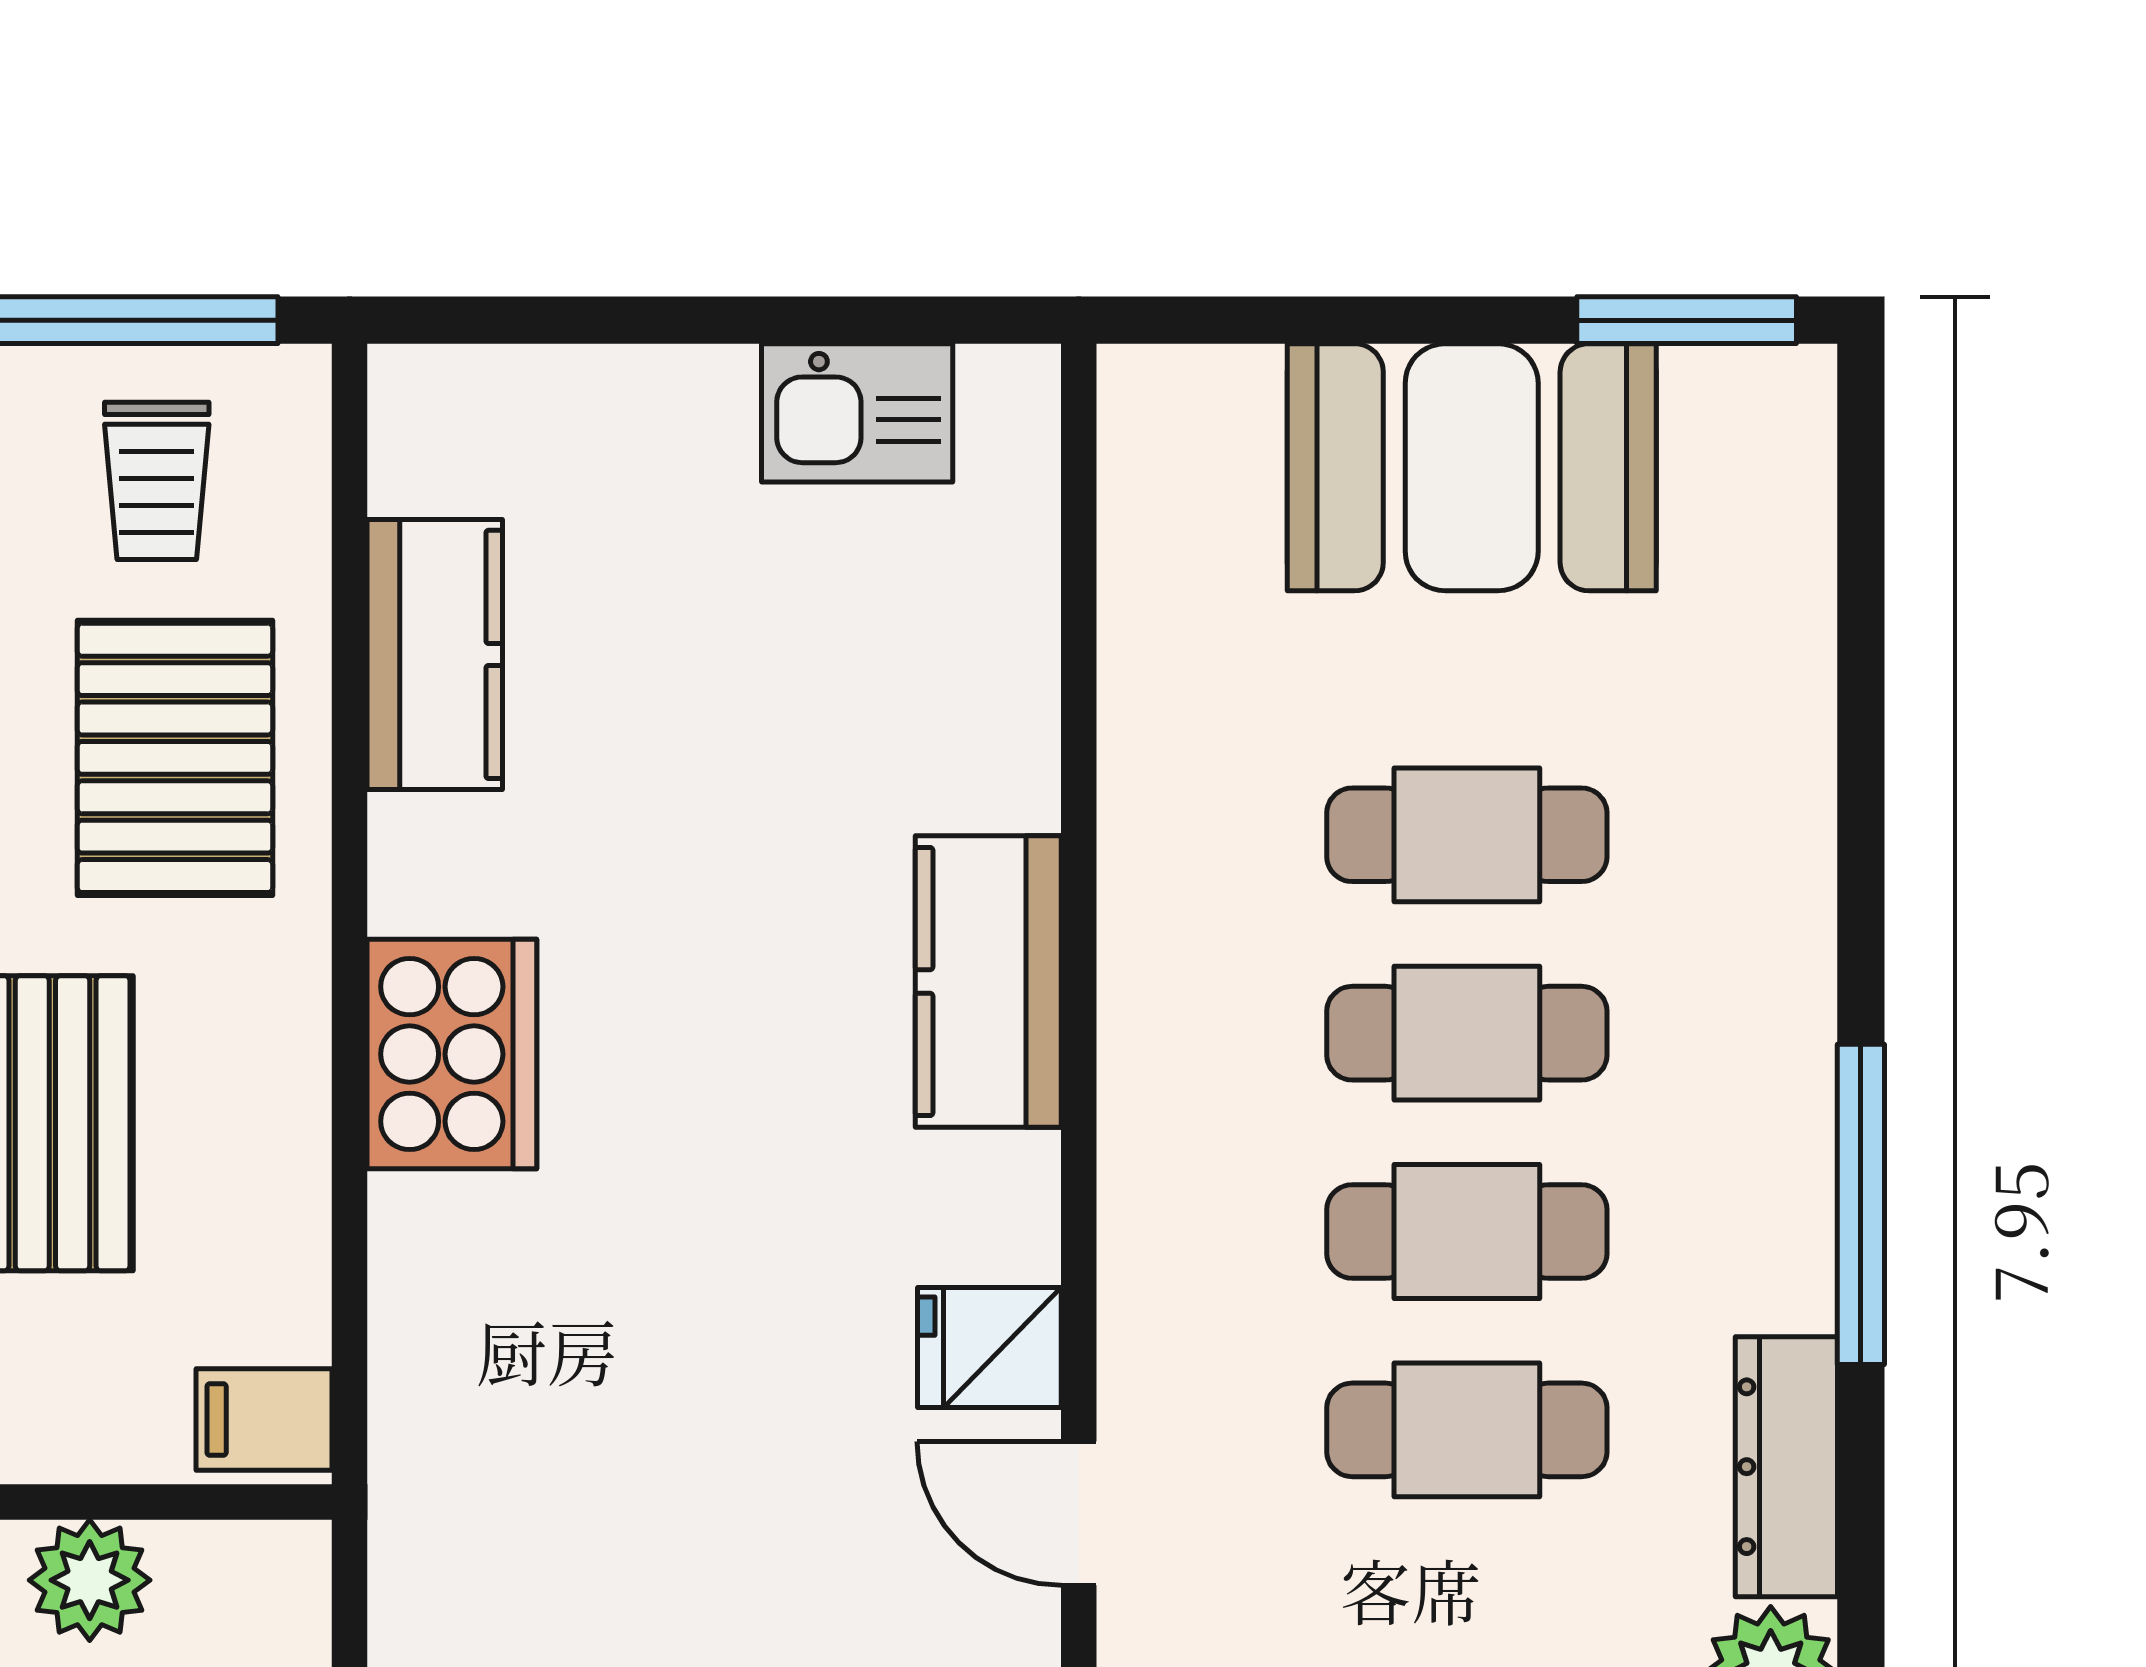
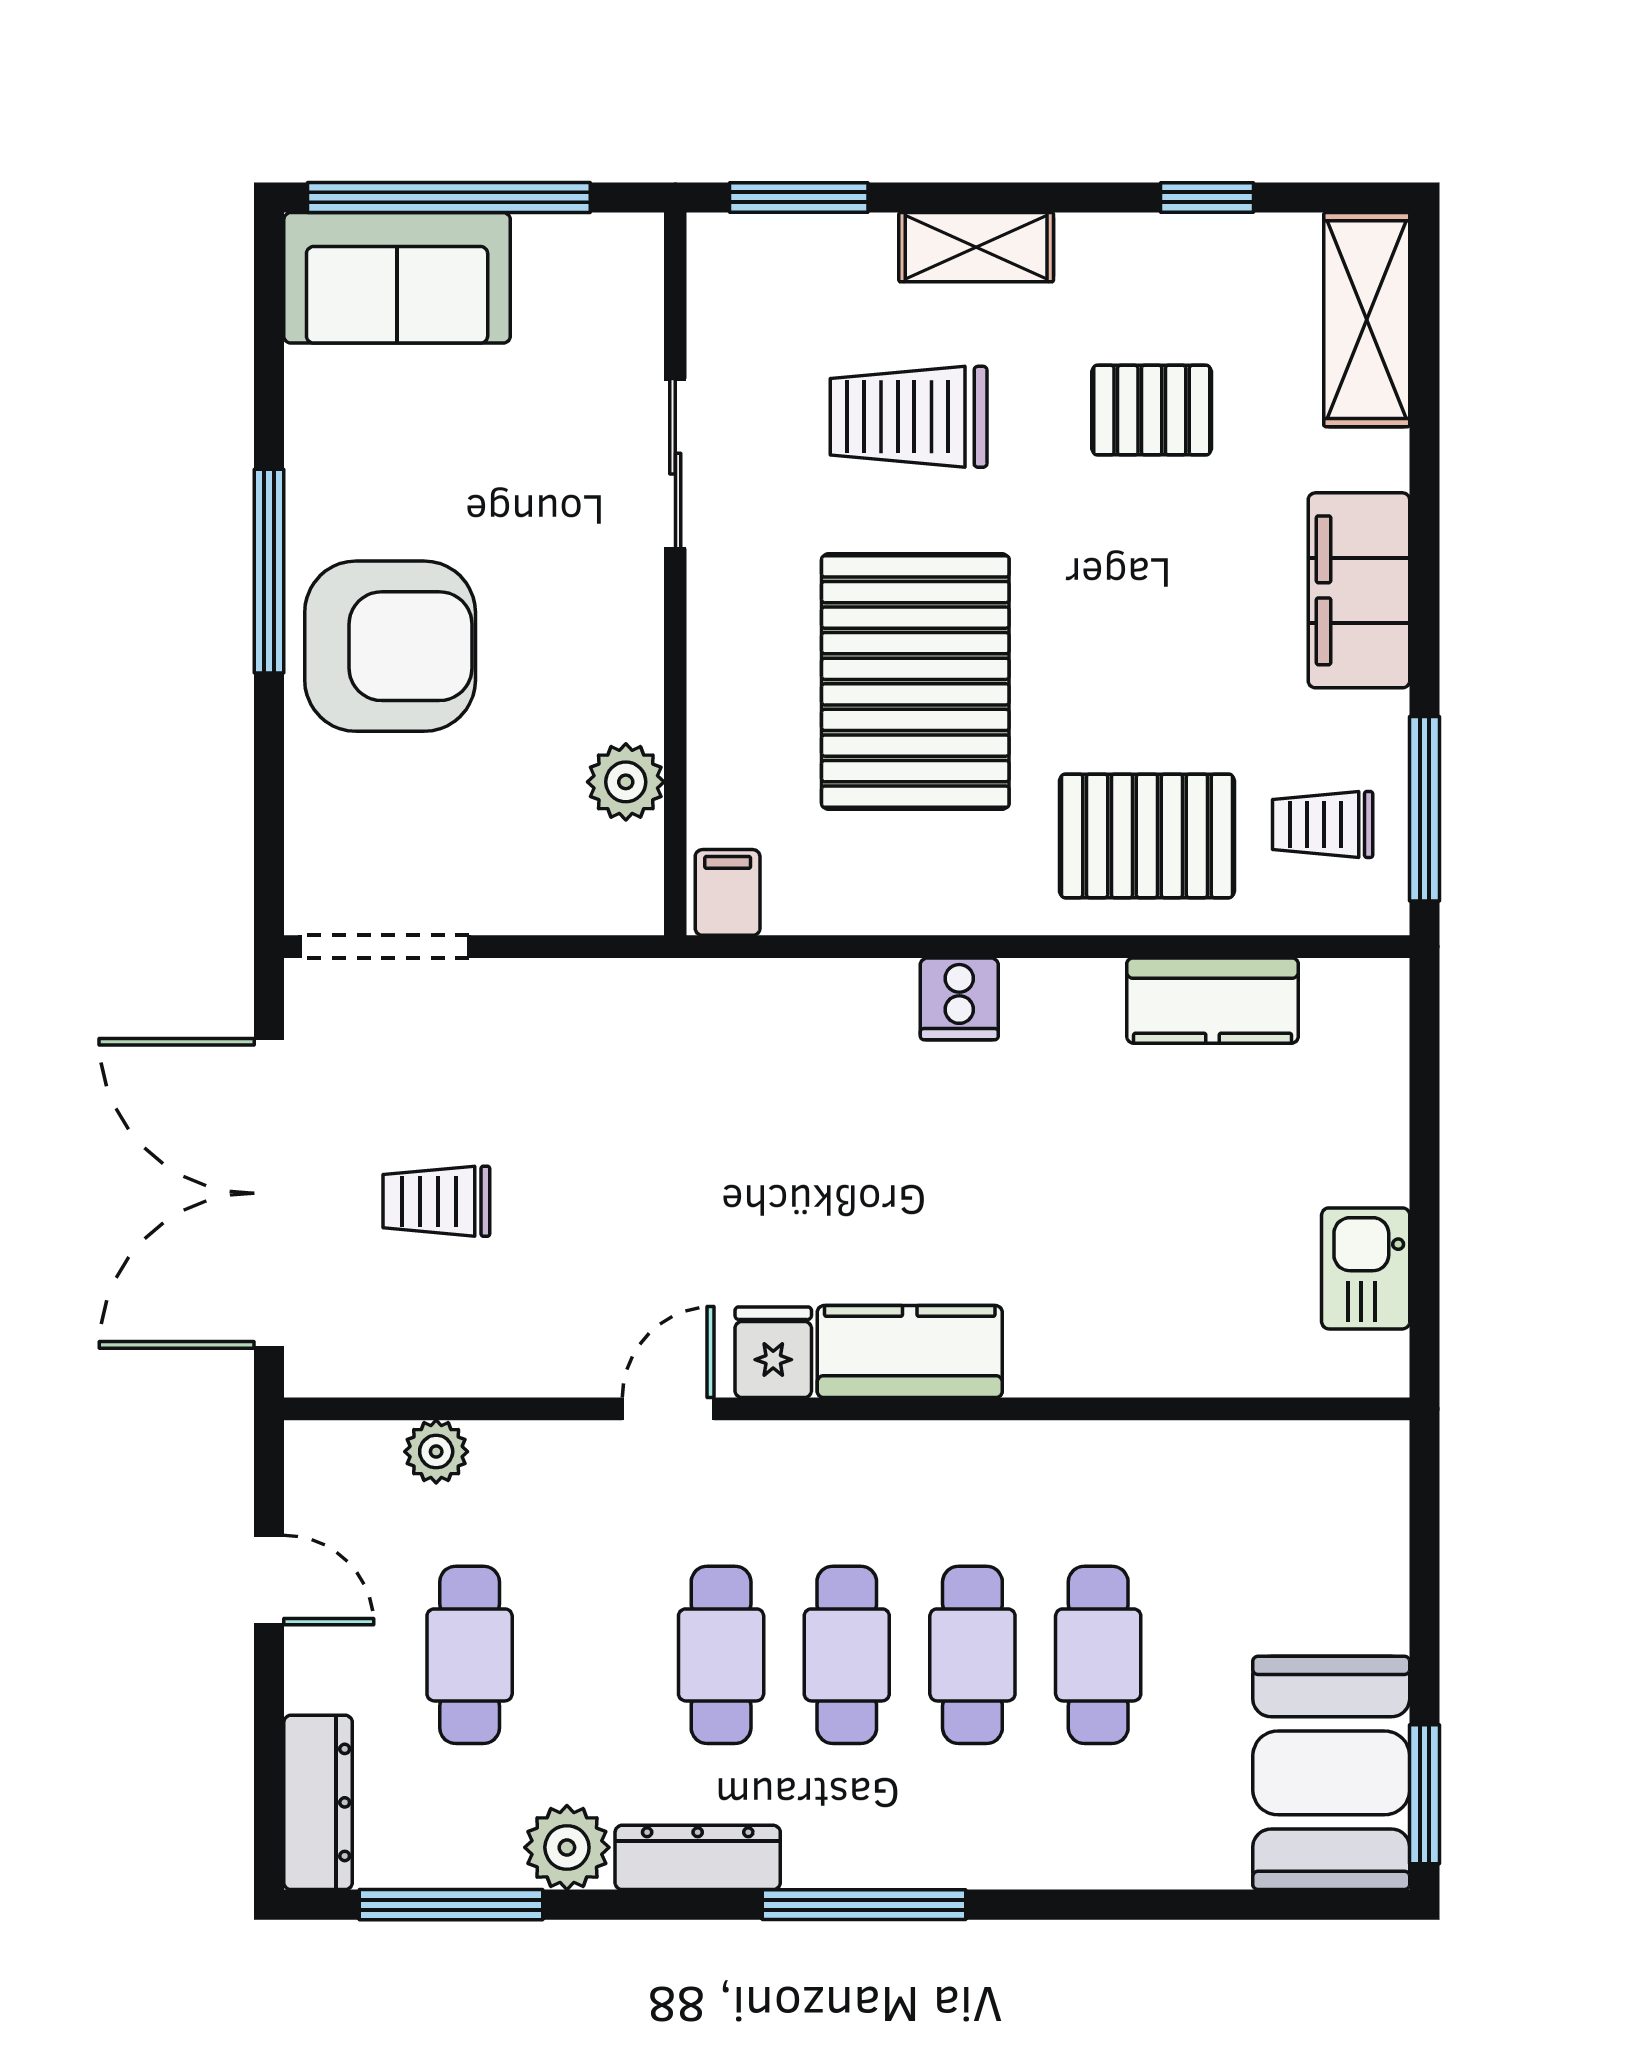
booth: (1472, 467) -> (1331, 1773), moved
kitchen counter: (988, 982) -> (910, 1351), moved
cooker: (452, 1054) -> (959, 999), width x0.53, depth x0.76

